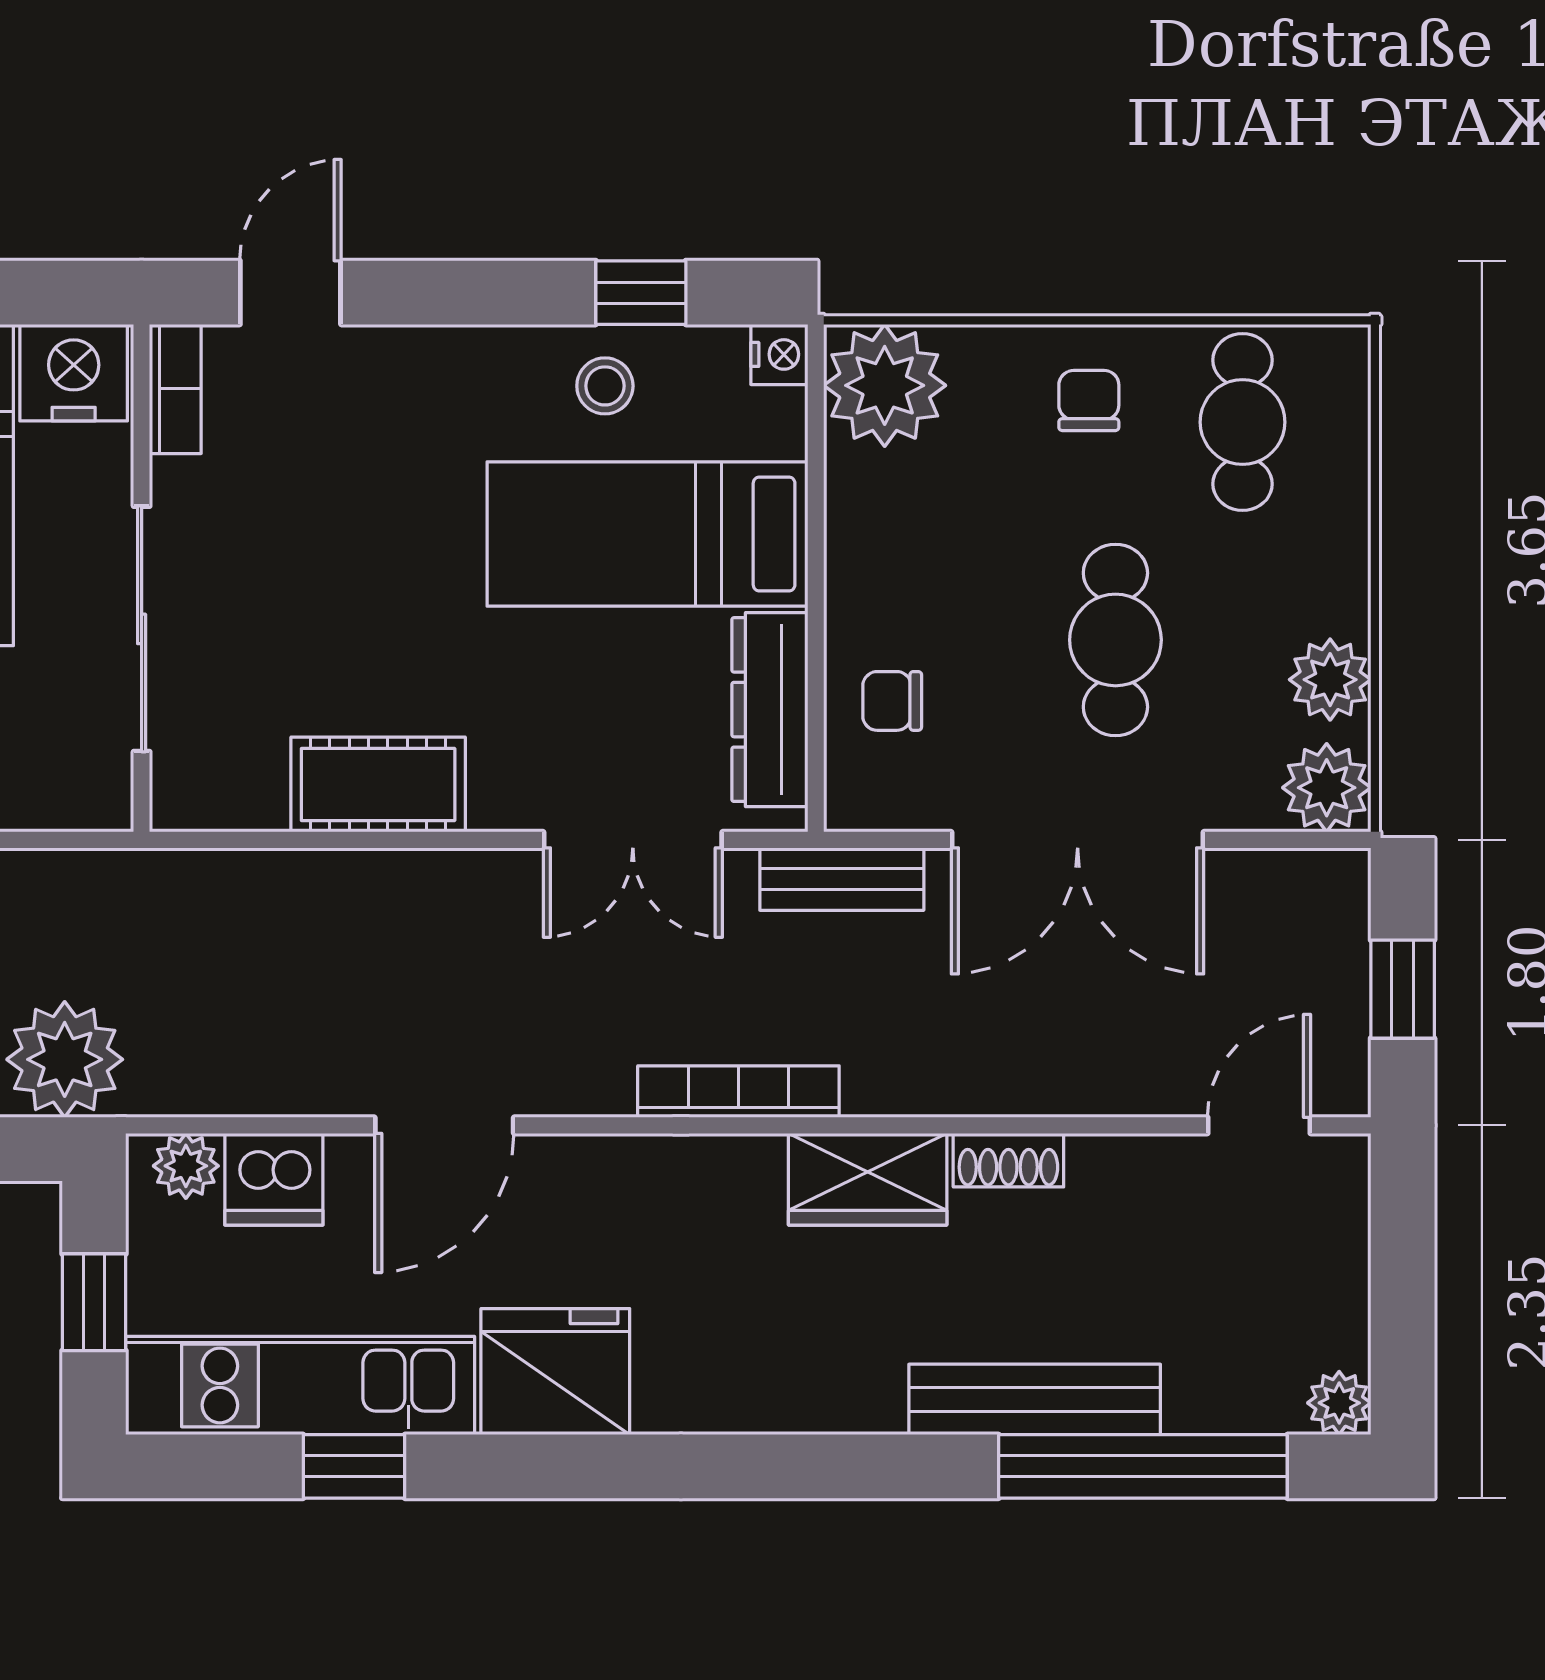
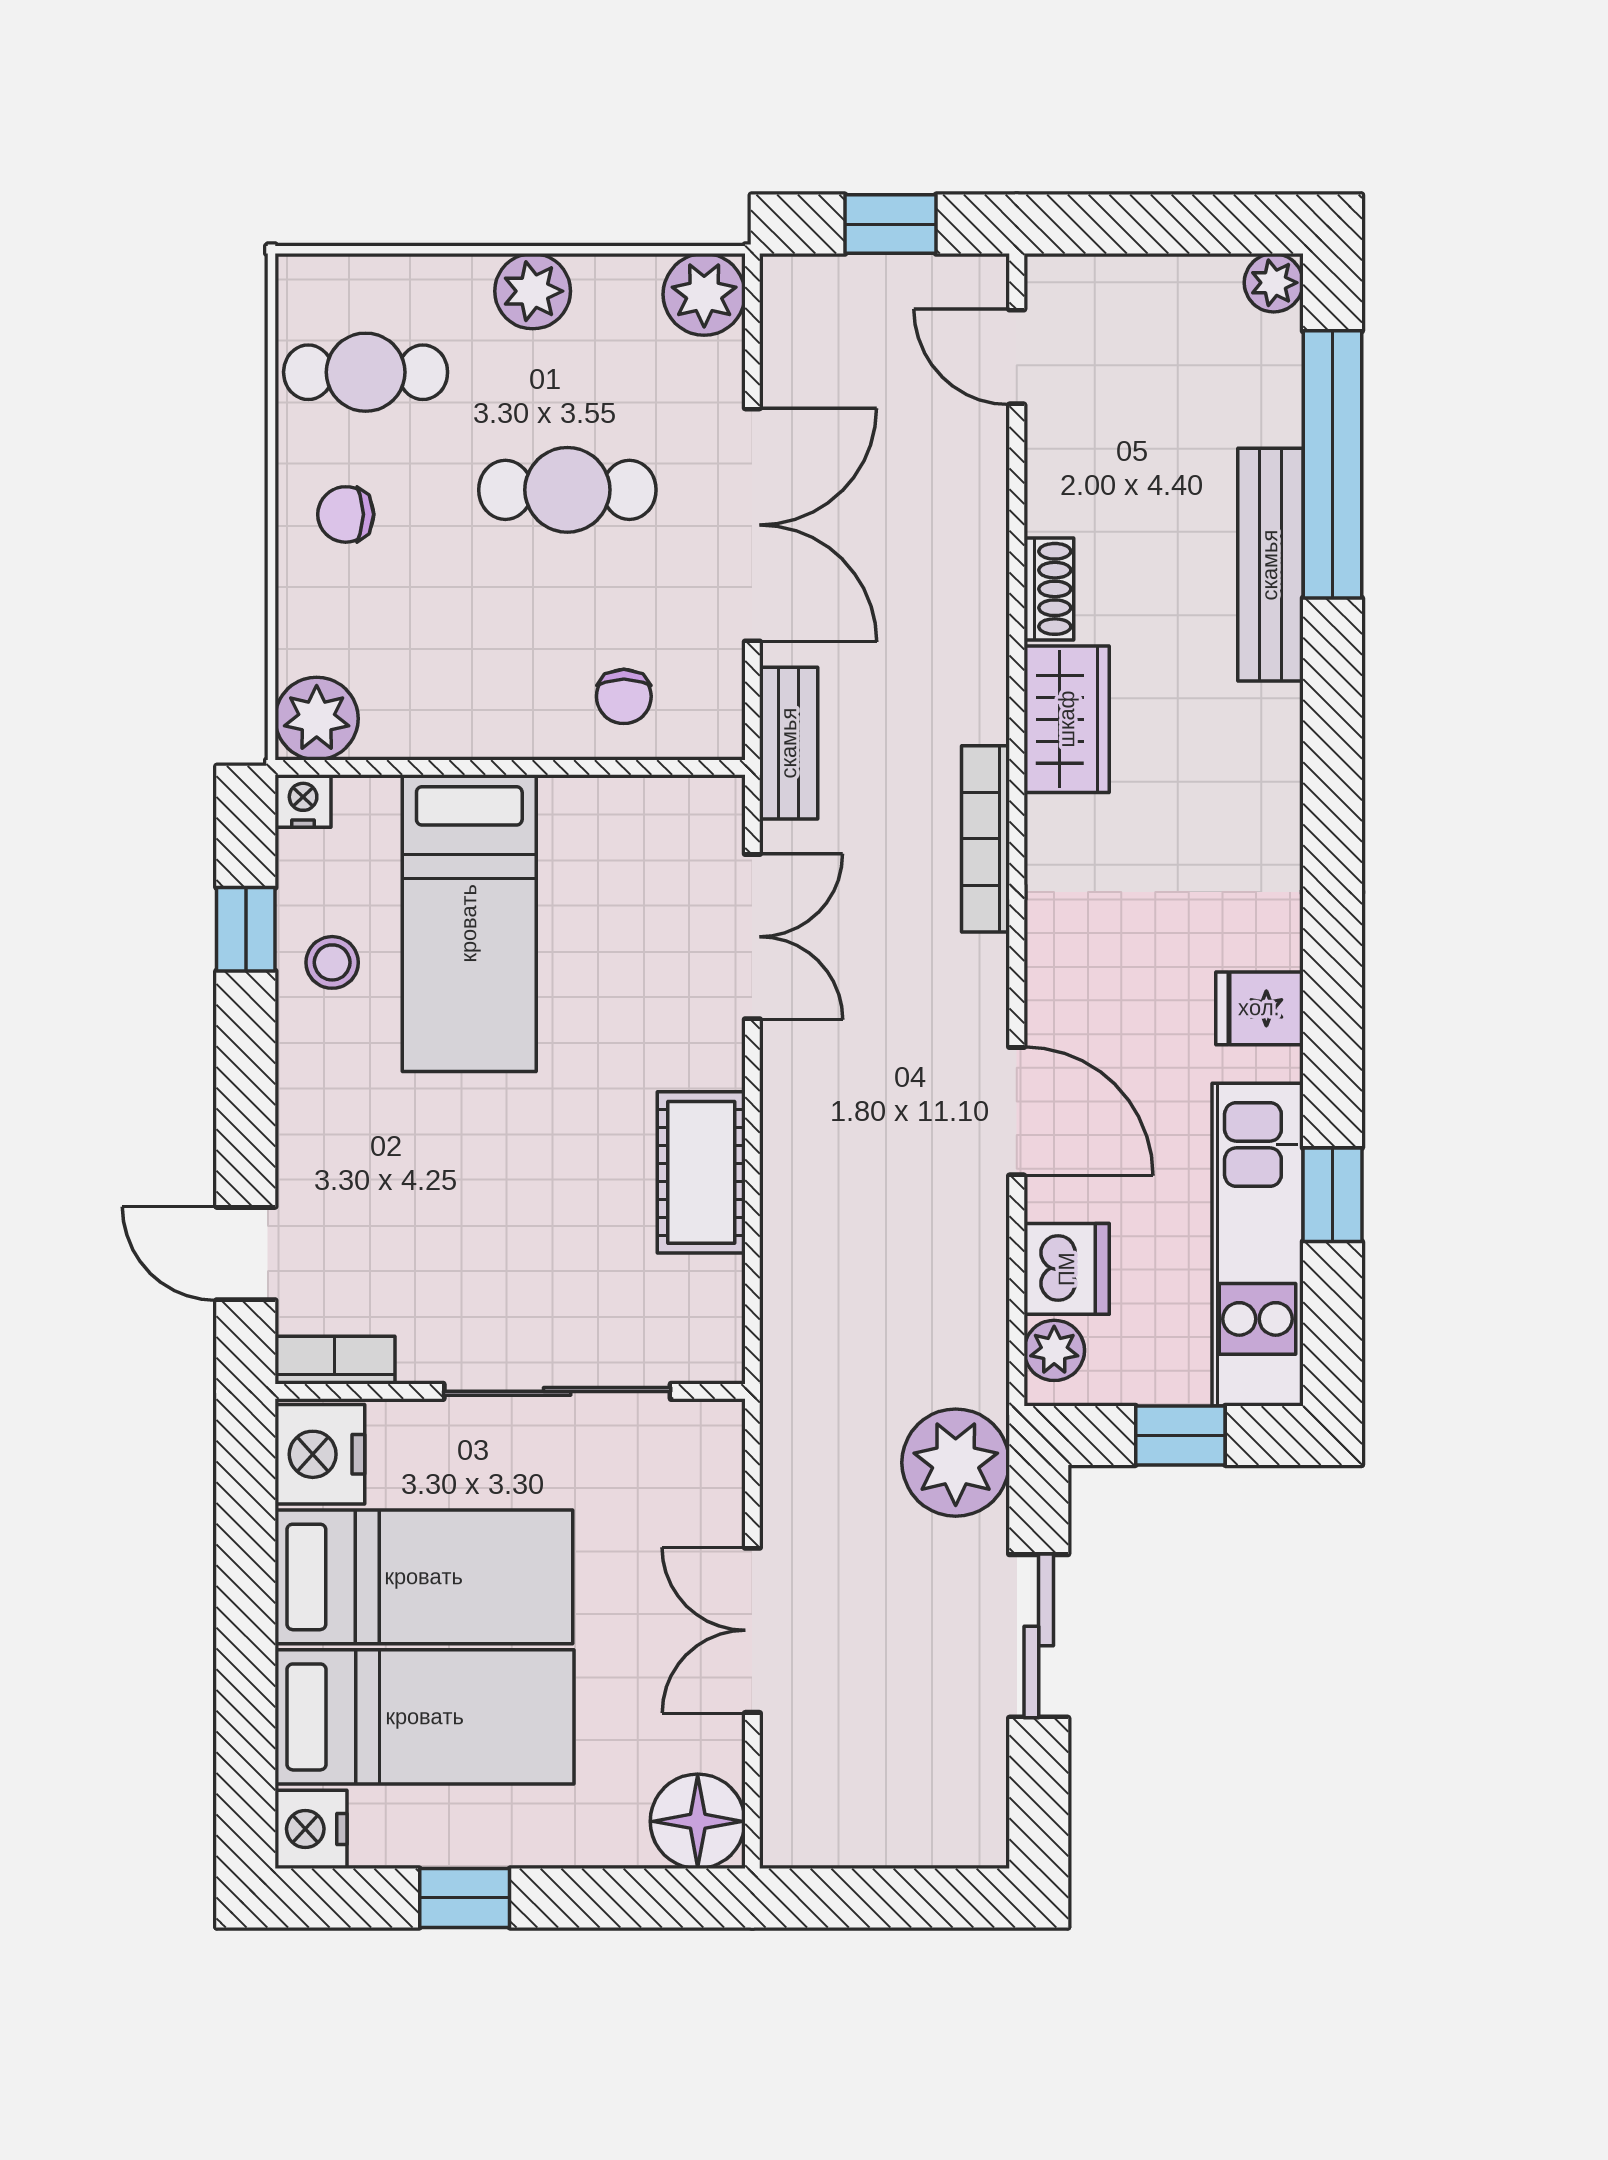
plant: (885, 385) -> (317, 719), width x0.73, depth x0.73
plant: (1330, 680) -> (533, 291), moved
dresser: (770, 710) -> (632, 810), removed
fridge: (555, 1372) -> (1259, 1008), width x0.53, depth x0.75

